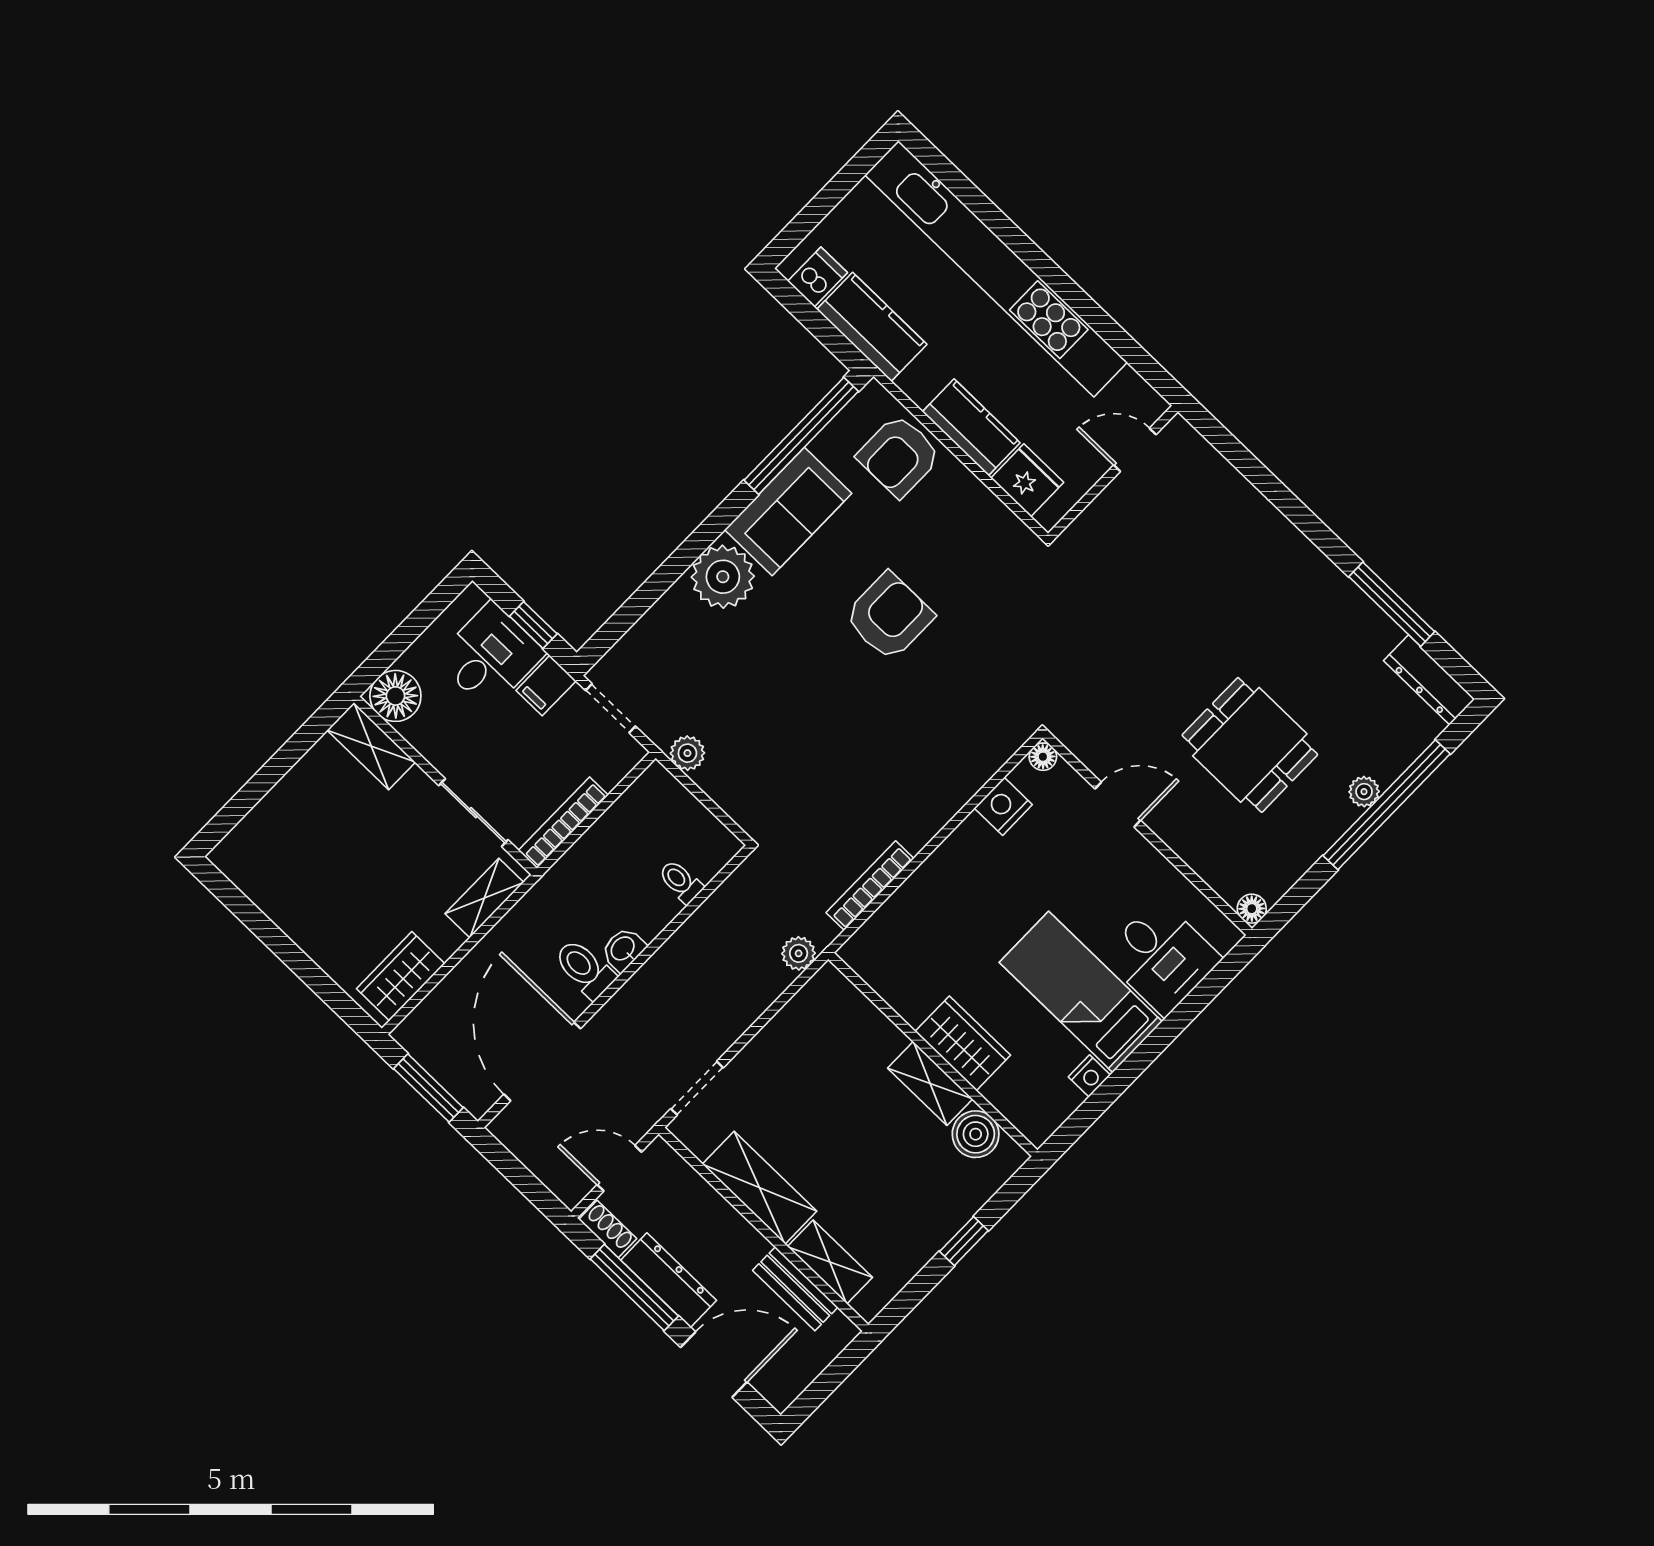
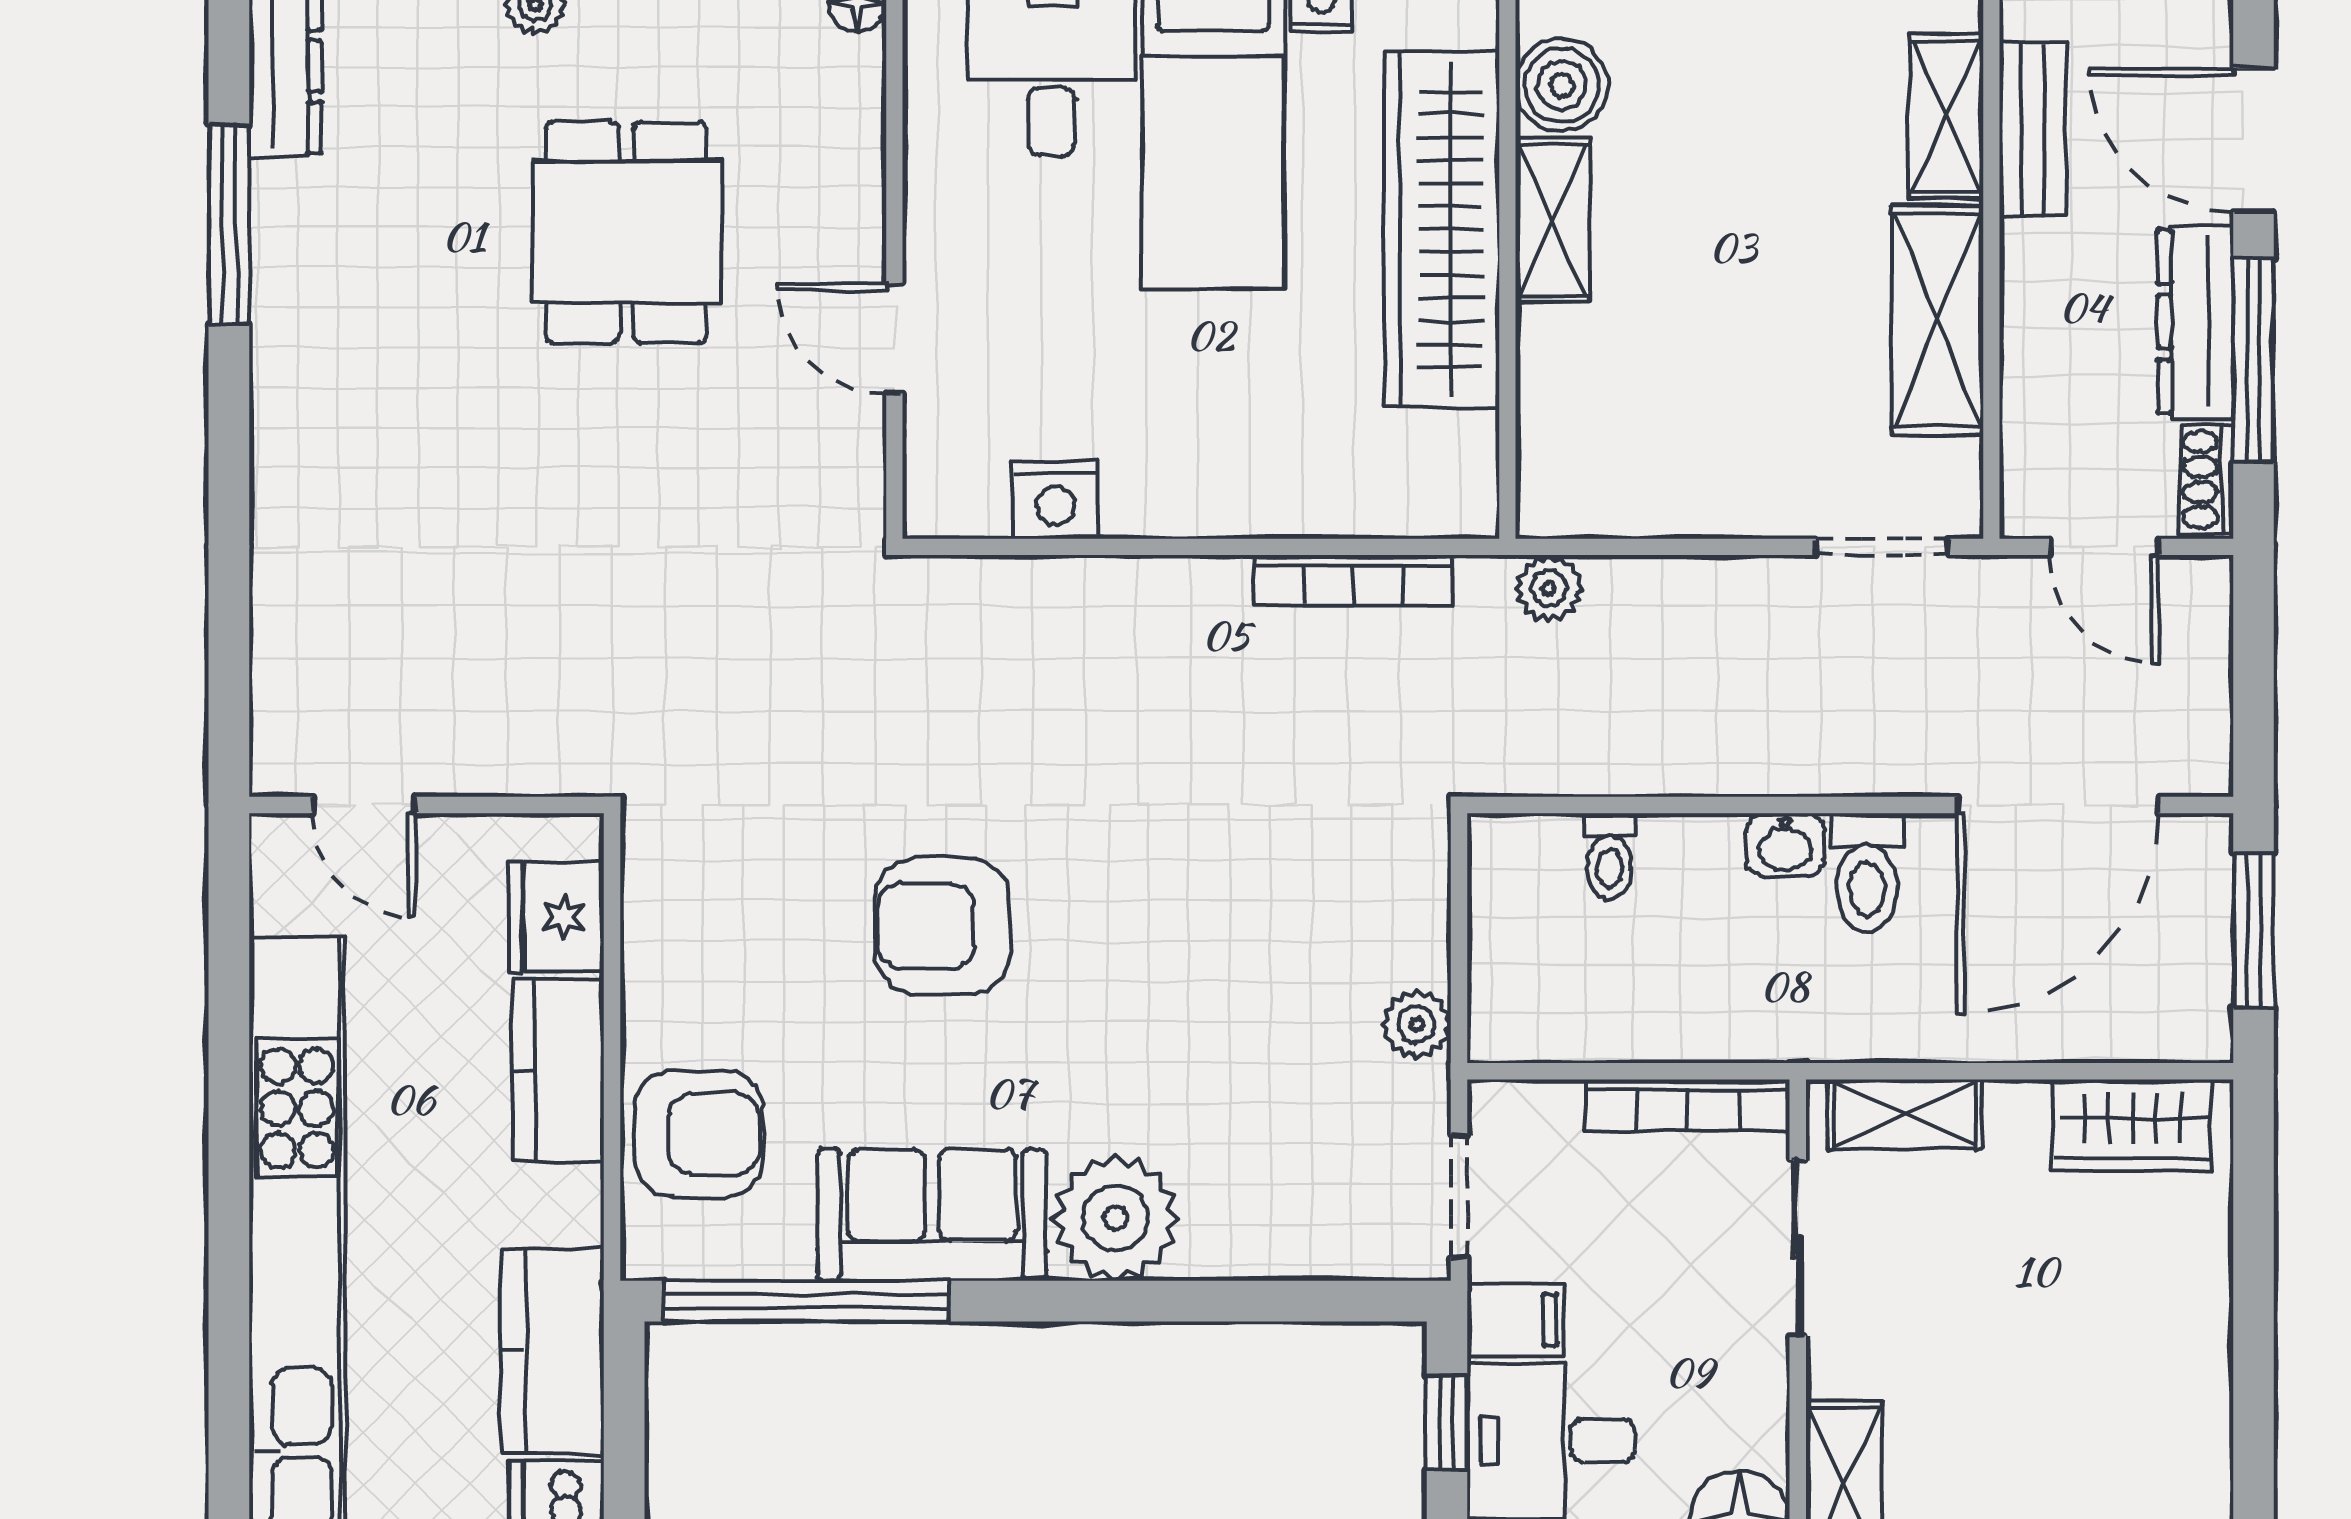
floor lamp: (1043, 757) -> (930, 512), removed
wardrobe: (963, 1043) -> (1442, 229), width x2.10, depth x1.17

